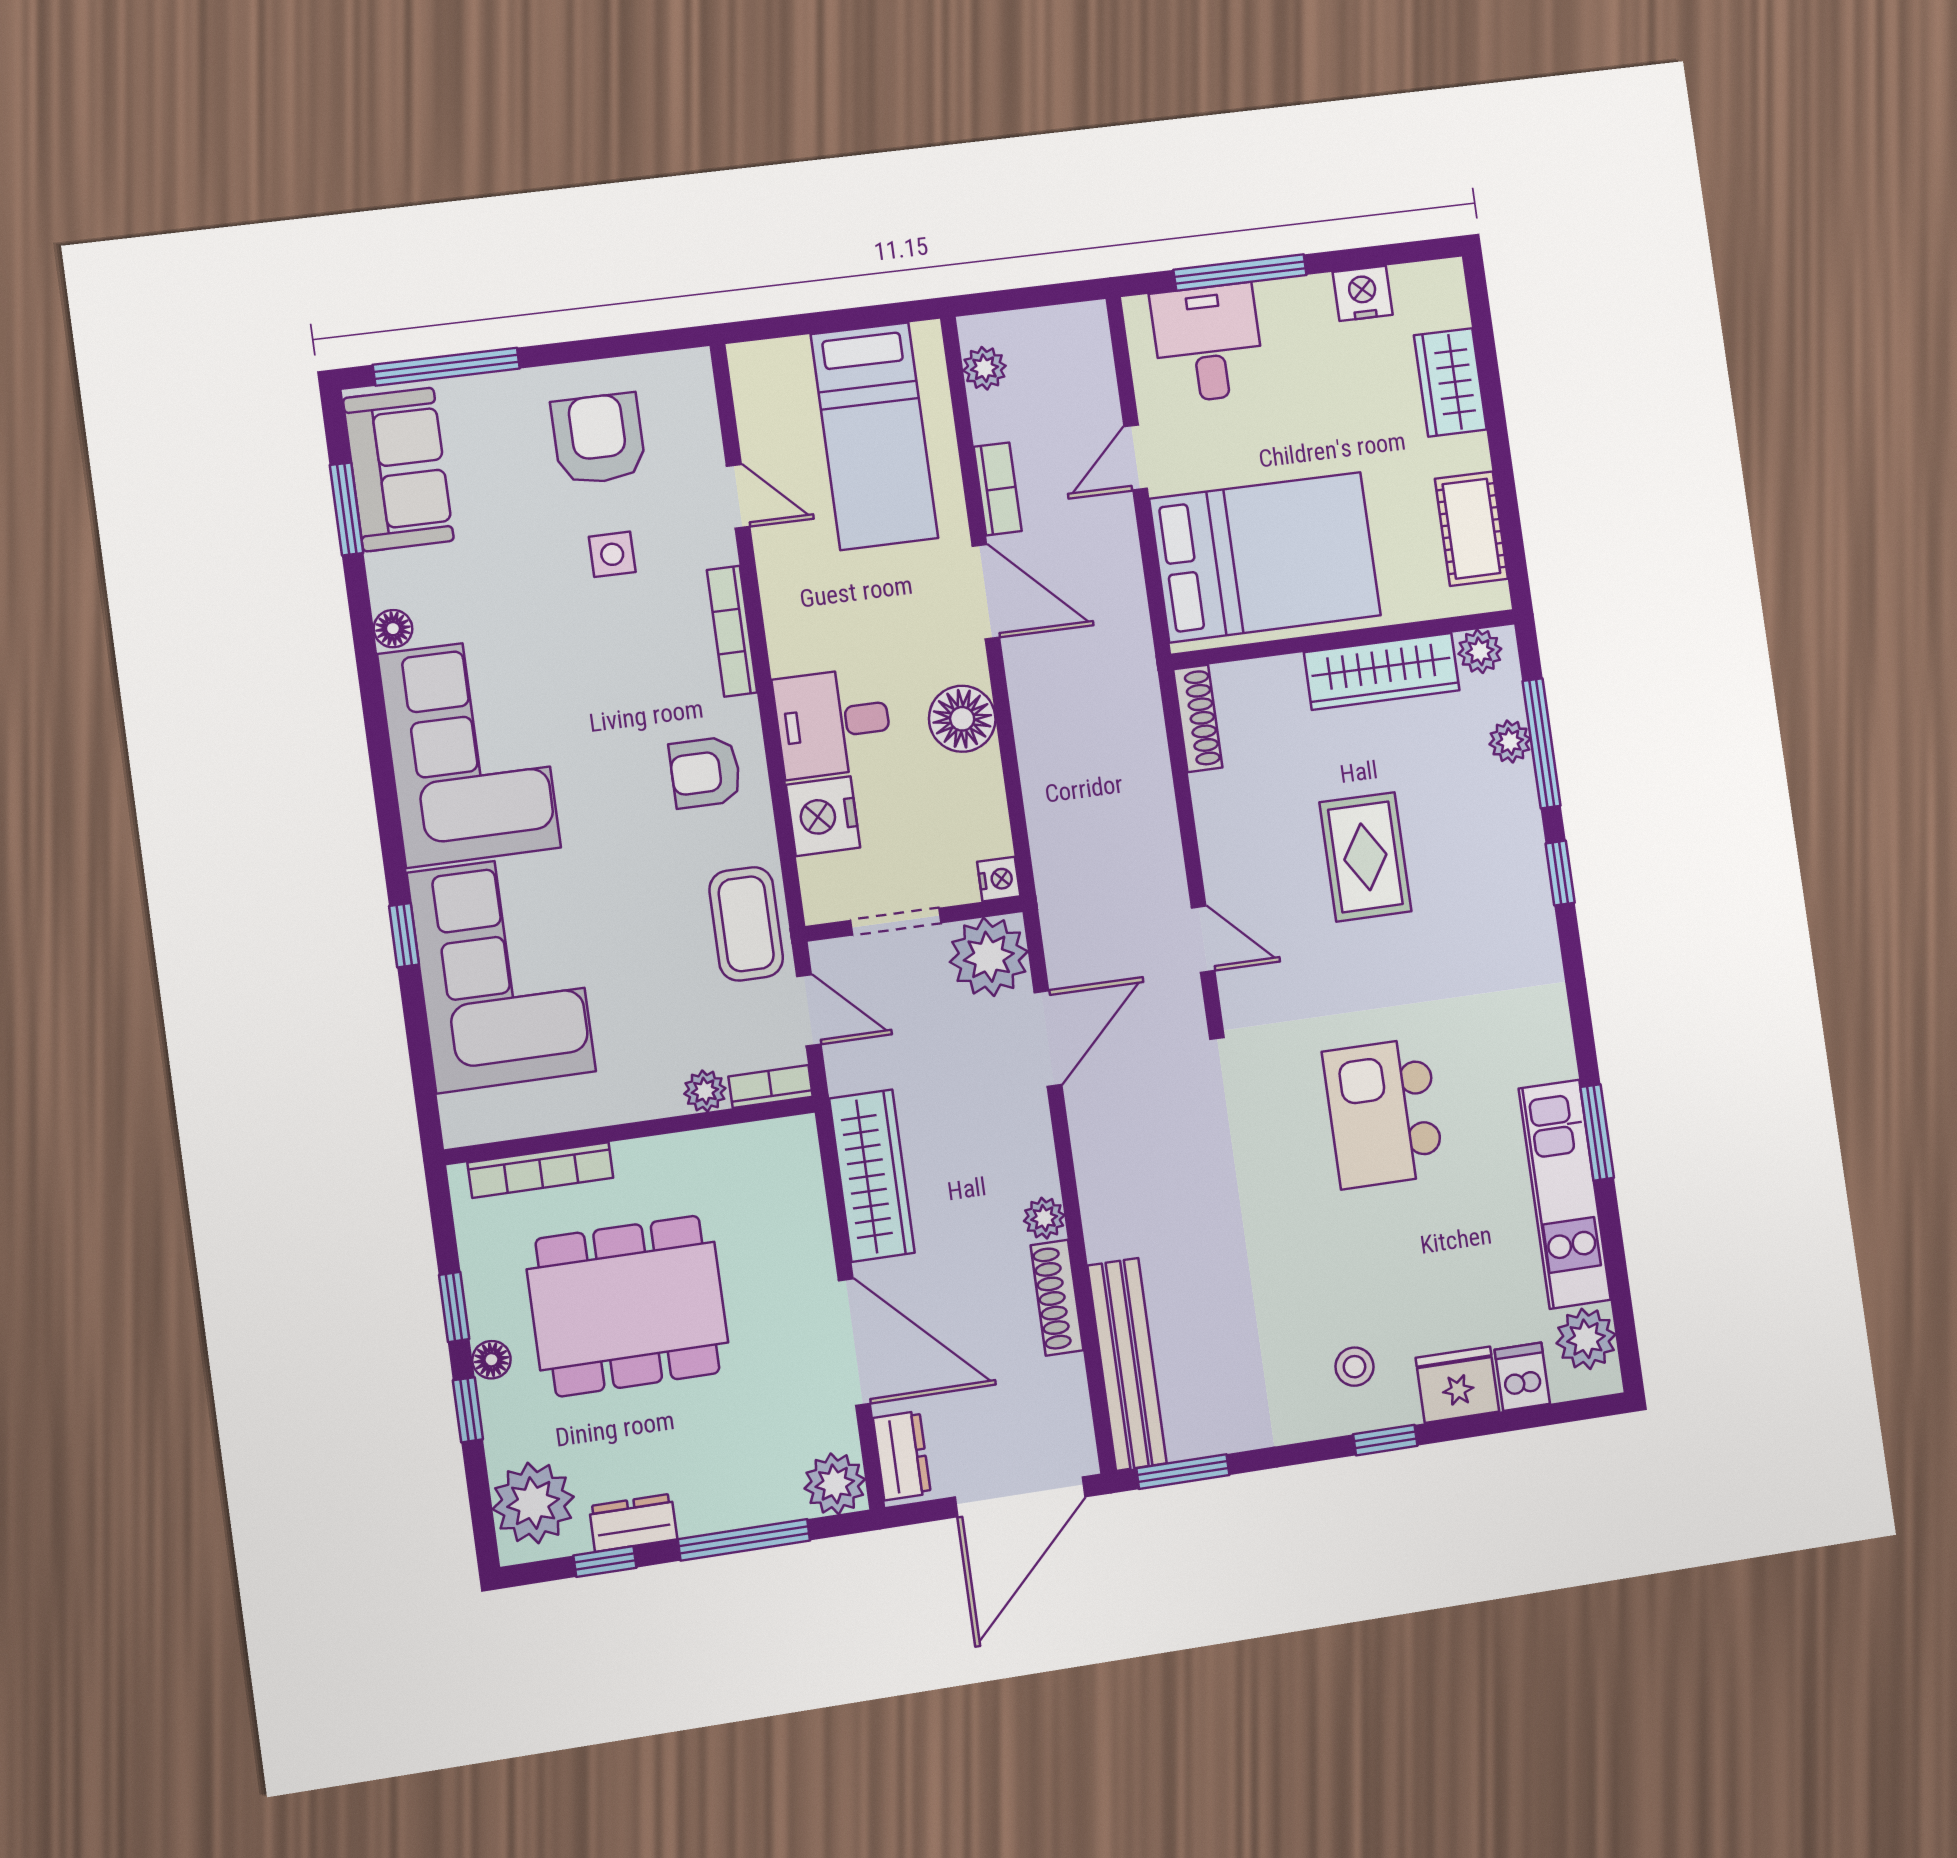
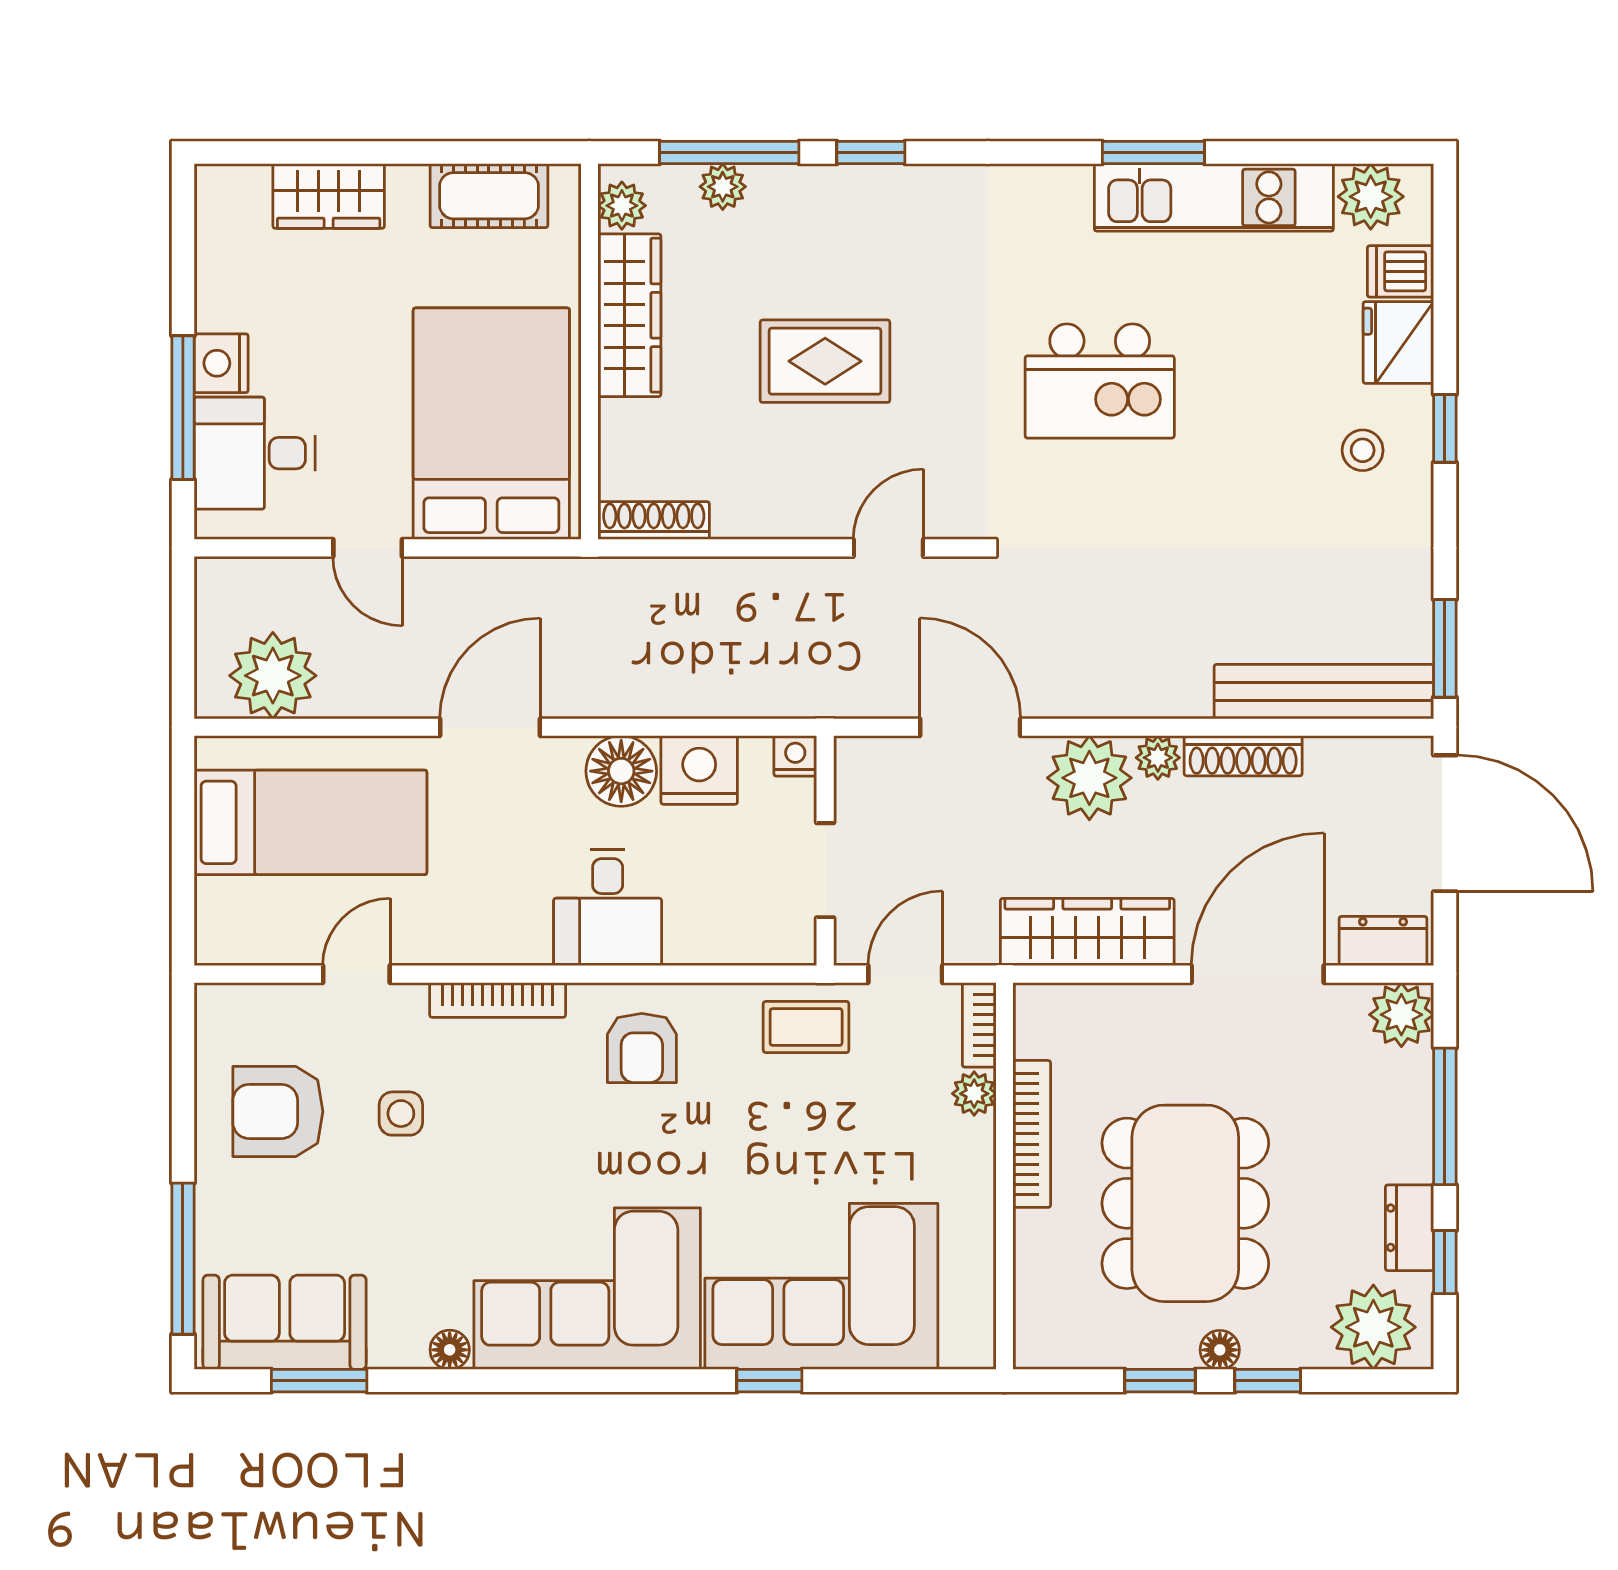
nightstand: (1363, 293) -> (221, 363), moved
plant: (984, 368) -> (273, 676), width x1.87, depth x1.87
bookcase: (998, 489) -> (383, 700), removed
nightstand: (823, 816) -> (699, 770), moved, turned 180
coffee table: (746, 924) -> (806, 1027), width x0.73, depth x0.77
plant: (989, 957) -> (1089, 778), moved
bookcase: (540, 1170) -> (1032, 1134), moved

